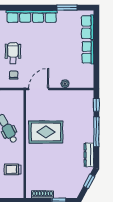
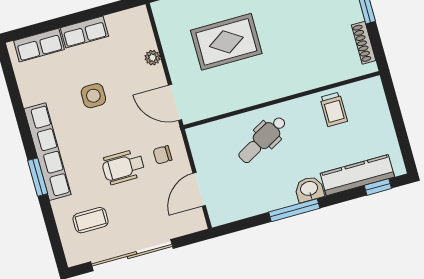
window: (67, 8) -> (38, 177), moved
side table: (54, 48) -> (93, 96), added
rug: (46, 132) -> (226, 42), moved, turned 90

